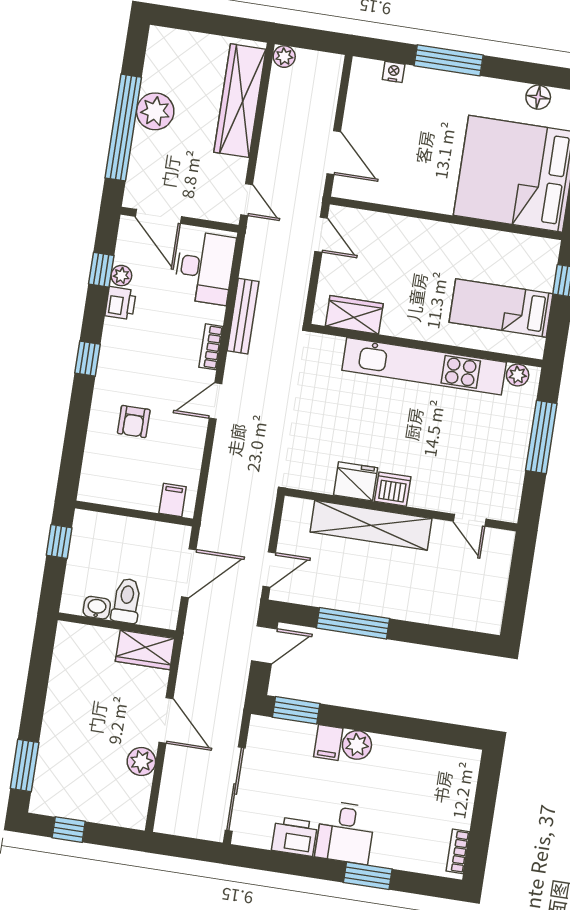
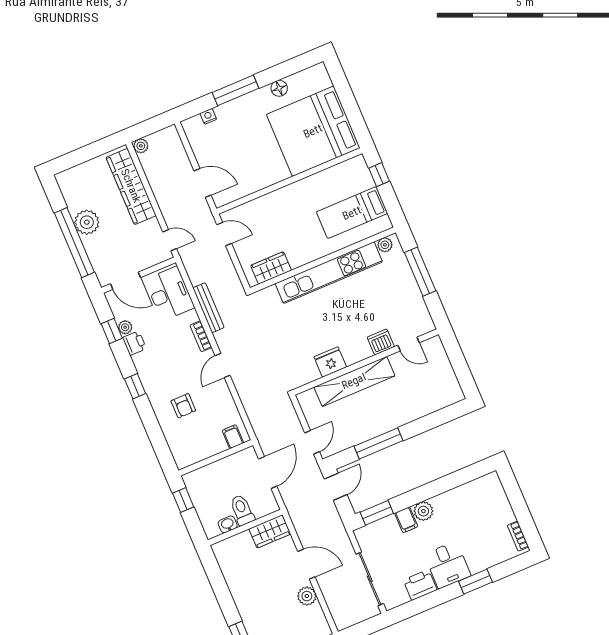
floor lamp: (538, 97) -> (279, 88), moved
dishwasher: (393, 489) -> (381, 342), moved

